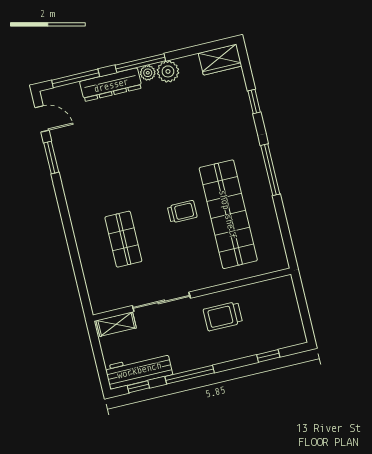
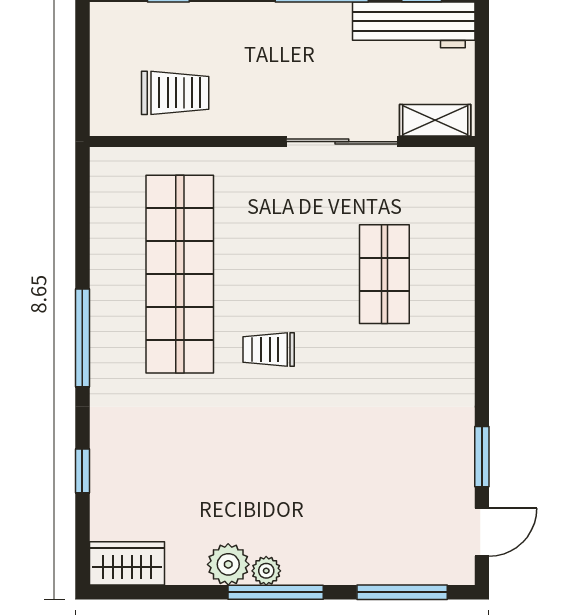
dresser: (111, 85) -> (340, 565), removed
door: (42, 119) -> (482, 532), swing flipped
trolley: (182, 212) -> (269, 350), moved
trolley: (223, 316) -> (175, 93), moved

